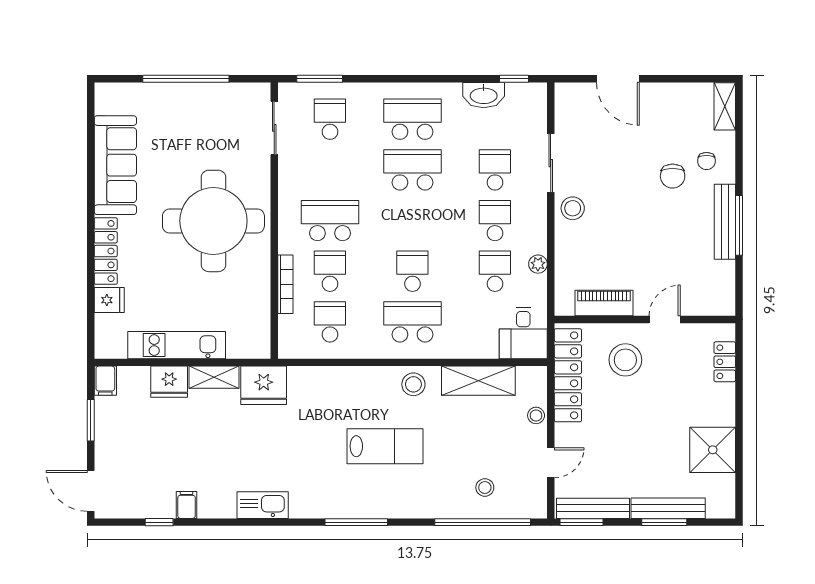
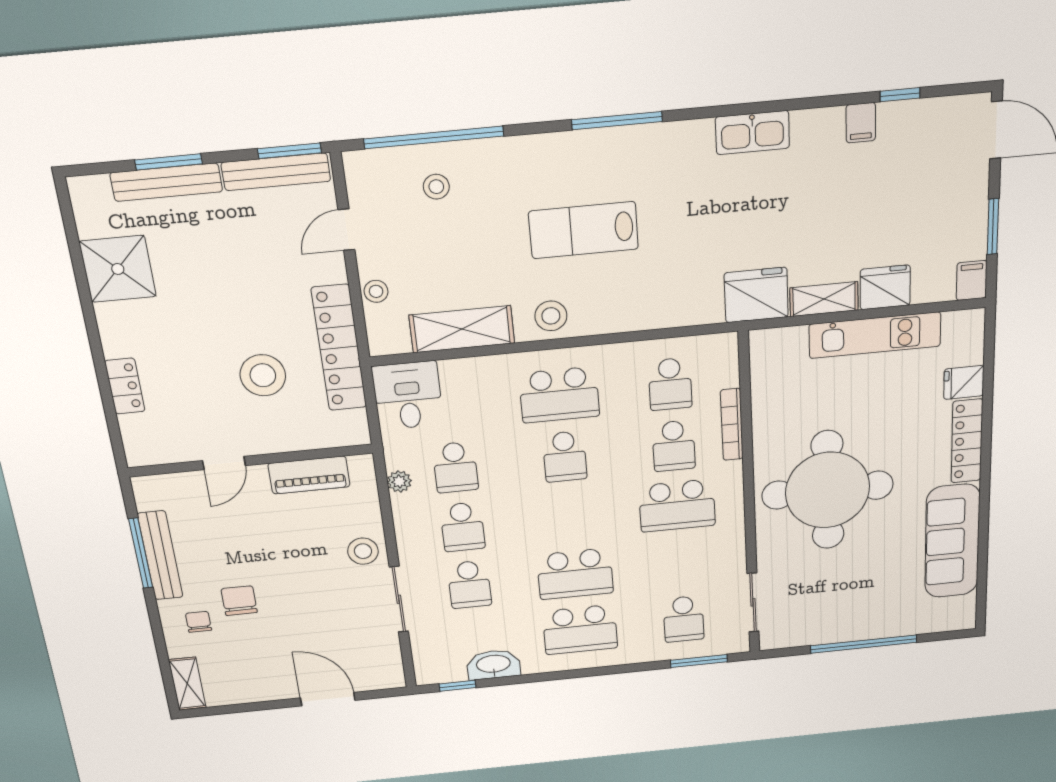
piano: (604, 303) -> (309, 475), moved
wall: (645, 319) -> (251, 460), moved
door: (665, 319) -> (224, 463), moved

